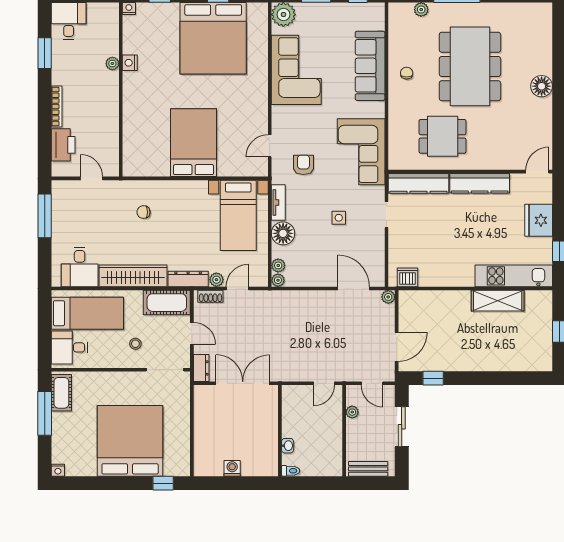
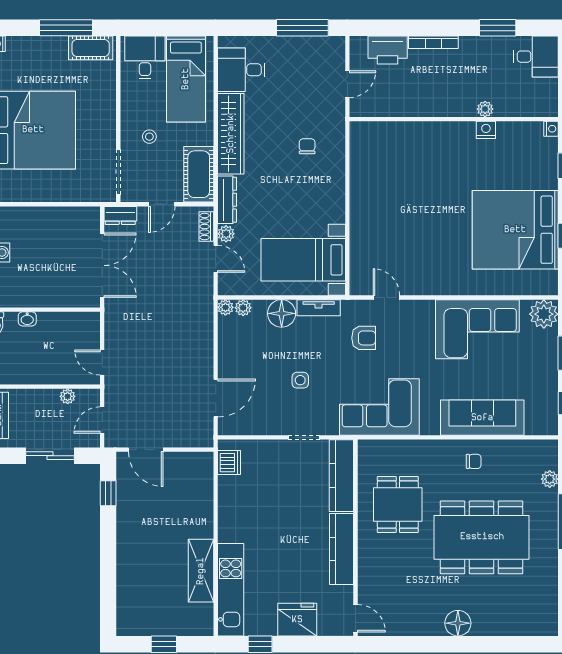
bed: (194, 143) -> (390, 206), removed
plant: (388, 297) -> (205, 439), removed

